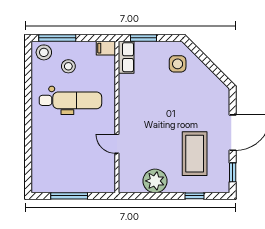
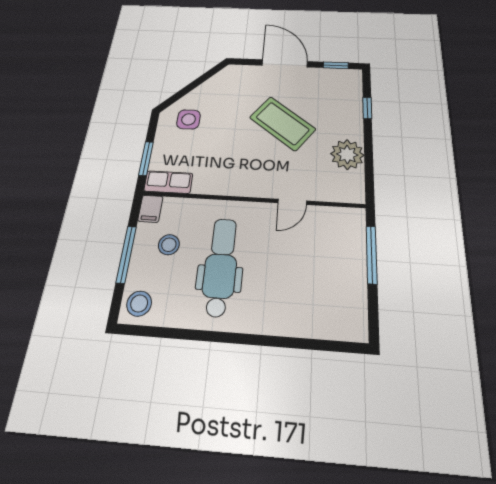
window: (57, 38) -> (126, 254), moved
stool: (68, 66) -> (169, 245), moved
coffee table: (195, 154) -> (283, 123), moved, turned 37
window: (69, 196) -> (371, 254), moved

